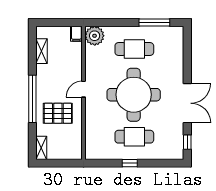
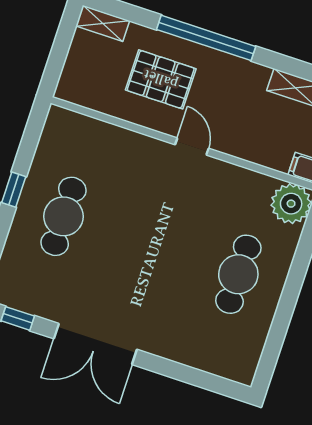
window: (154, 23) -> (278, 332), removed
round table: (134, 95) -> (148, 243), removed
pallet: (58, 113) -> (161, 79), turned 90

